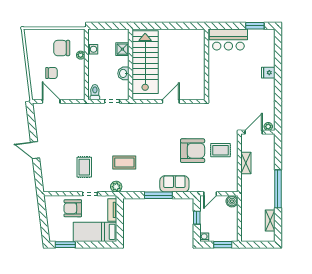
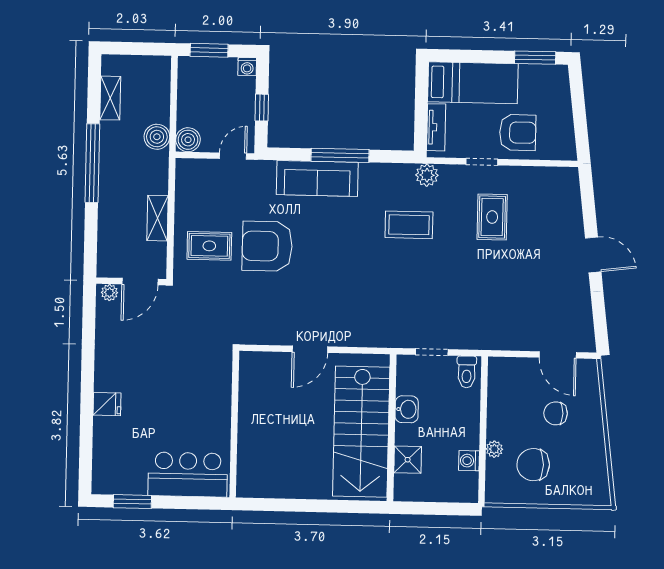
chair: (62, 48) -> (533, 465), turned 180
sofa: (174, 184) -> (317, 178), width x1.36
boiler: (247, 202) -> (157, 137), added

